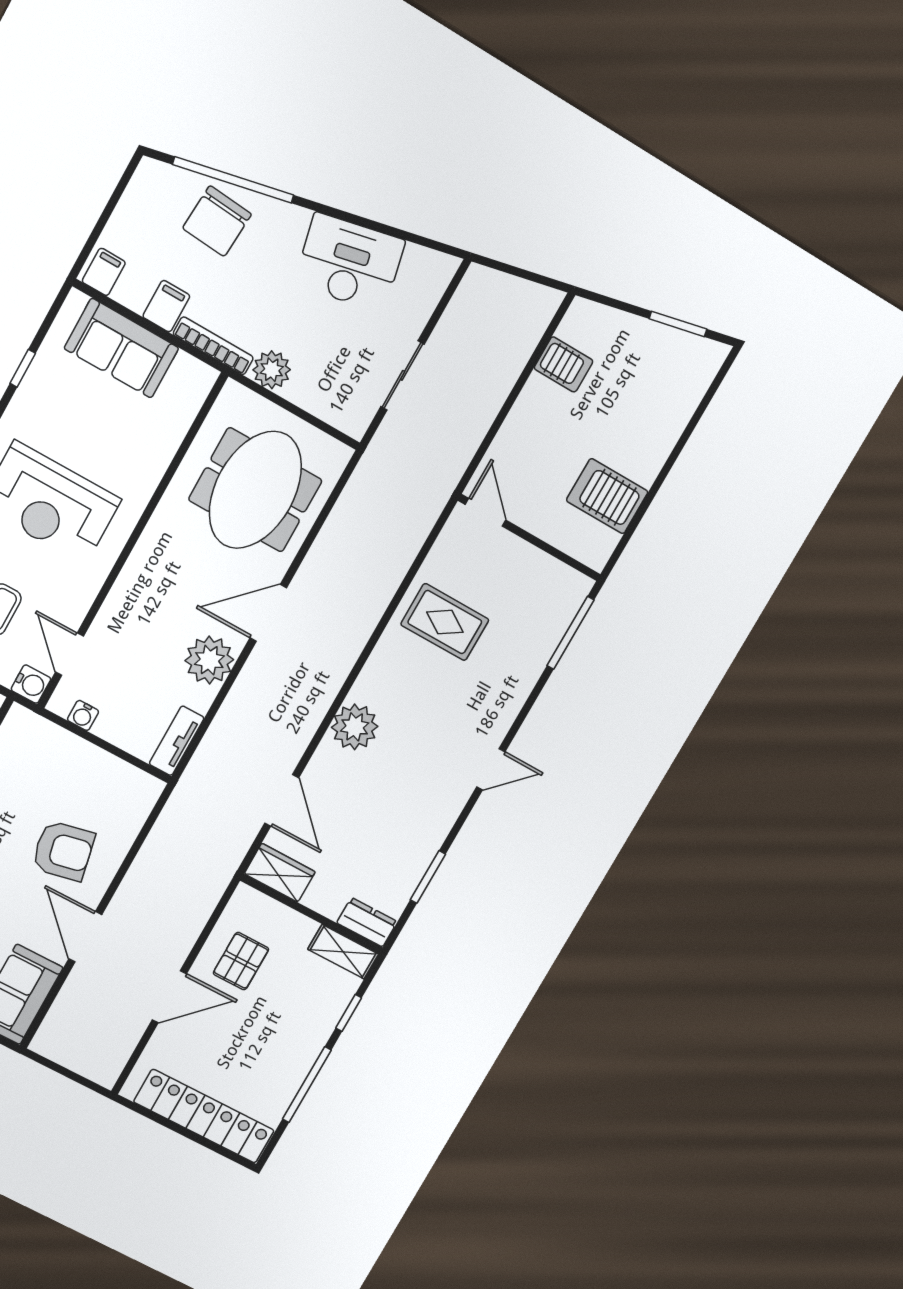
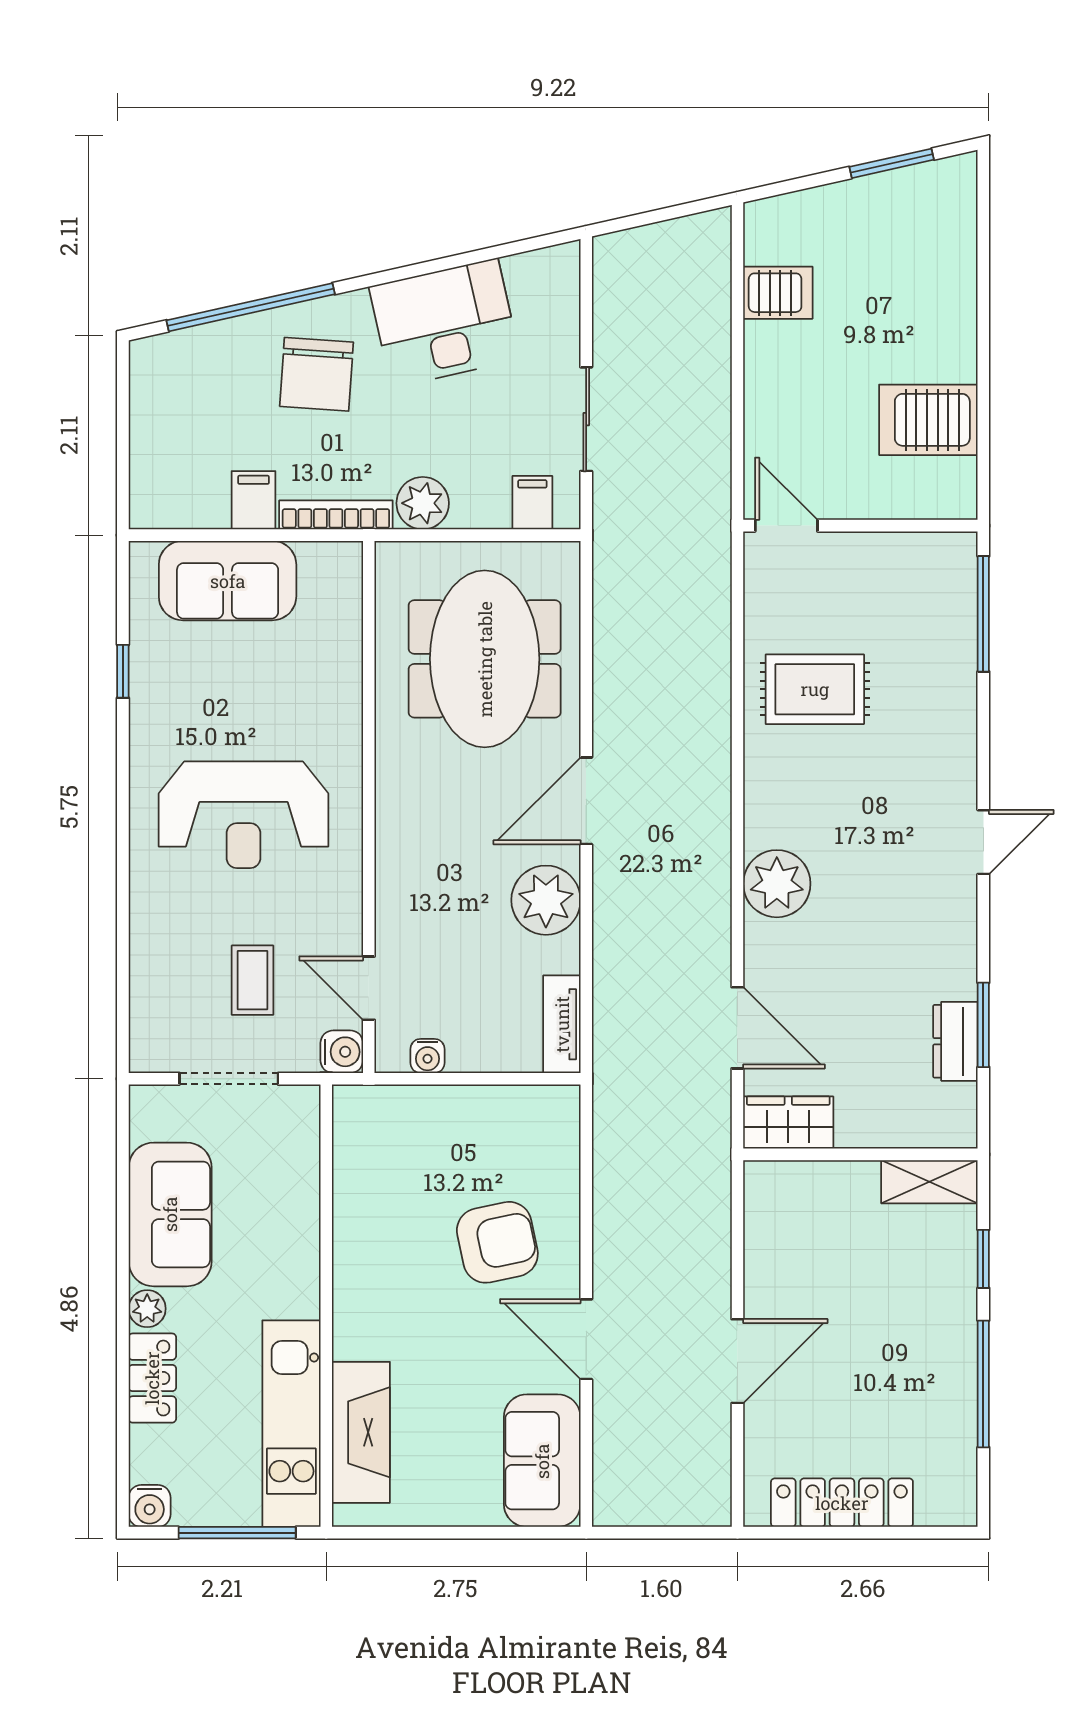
chair: (217, 221) -> (317, 374), moved
filing cabinet: (104, 272) -> (532, 503), moved
dresser: (367, 922) -> (955, 1041), moved, turned -90
pallet: (241, 961) -> (804, 1265), removed
locker: (204, 1116) -> (842, 1503), width x0.71, depth x0.83

